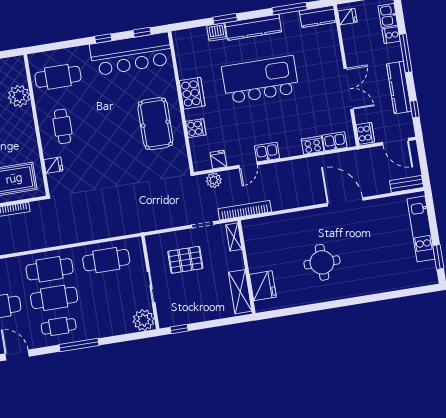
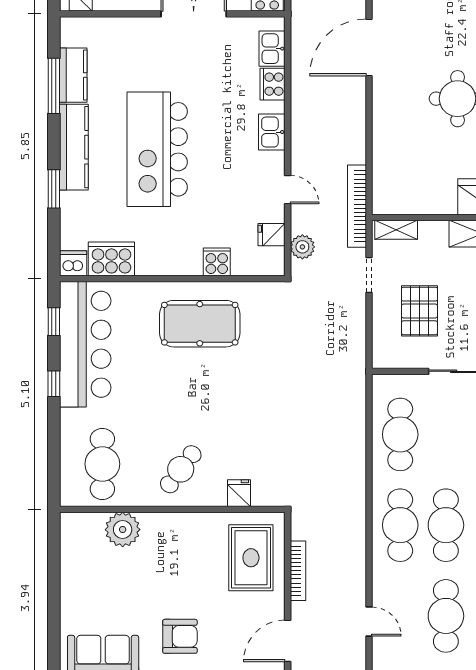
kitchen counter: (318, 16) -> (73, 75), moved
dishwasher: (217, 32) -> (73, 263), moved, turned -90
cooker: (192, 93) -> (111, 259), moved
cafe table: (62, 126) -> (181, 469), turned -53
kitchen sink: (267, 152) -> (272, 132), moved

